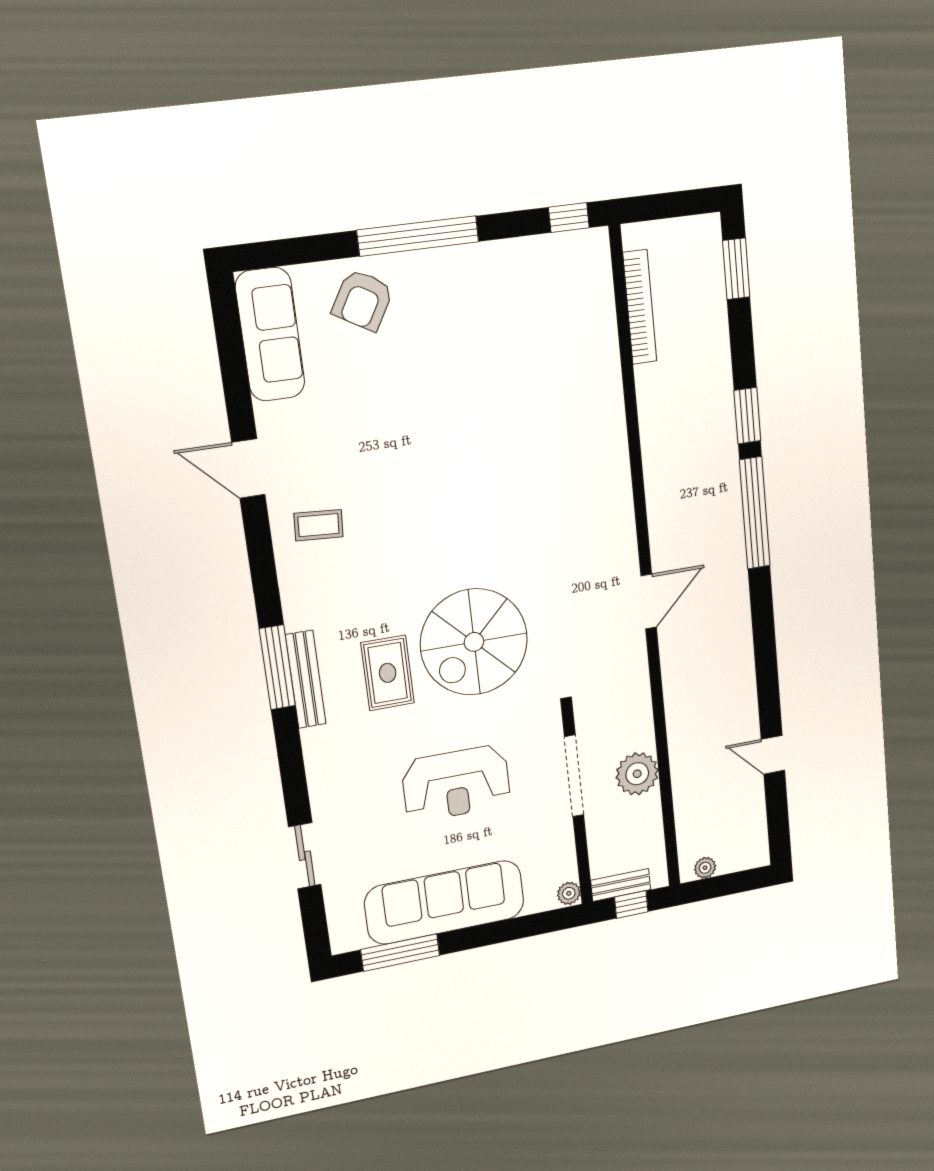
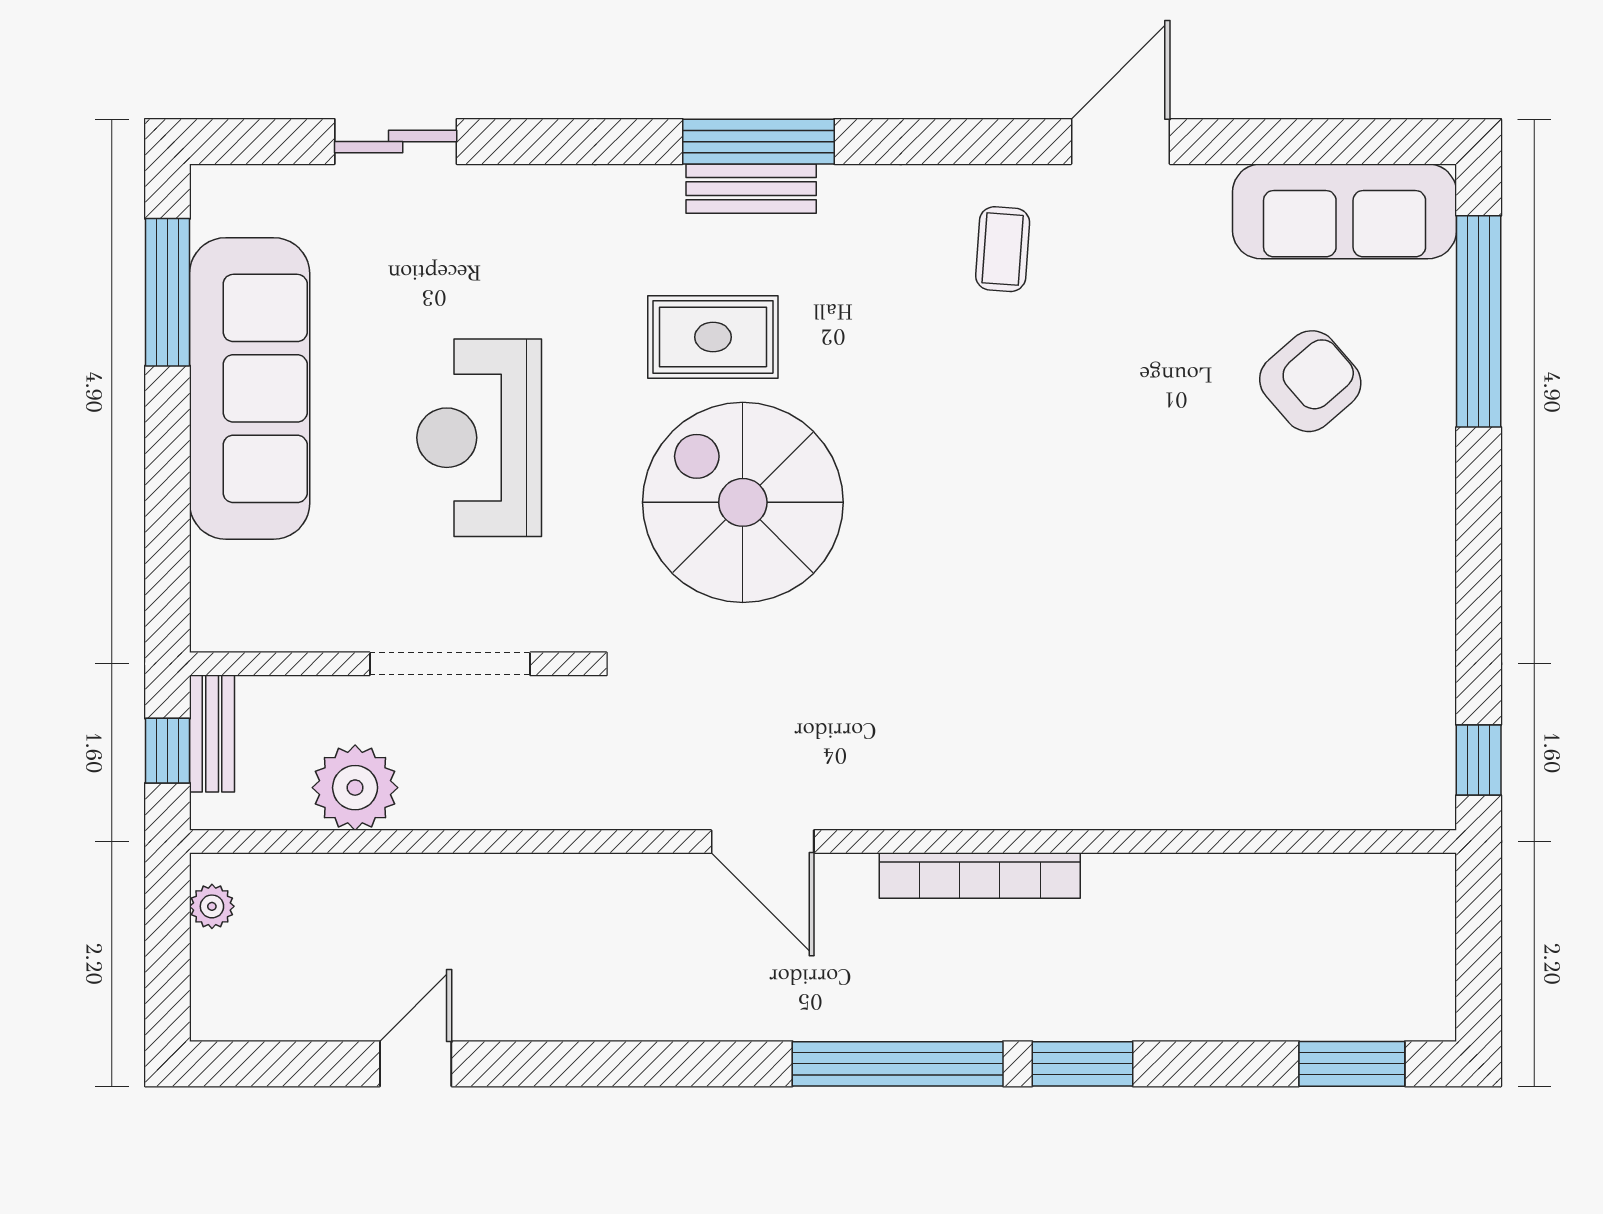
window: (418, 236) -> (1479, 321), moved
armchair: (363, 300) -> (1310, 381), moved, turned 109
bookcase: (640, 307) -> (980, 875), moved
bench: (306, 679) -> (751, 189), width x0.73
plant: (637, 774) -> (355, 788), moved
plant: (569, 893) -> (217, 629), removed

